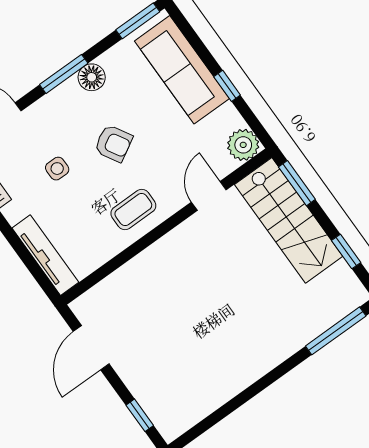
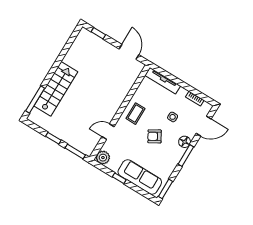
floor lamp: (92, 77) -> (185, 142), moved
door: (209, 196) -> (108, 132), swing flipped
stairs: (289, 220) -> (56, 89), moved, turned 90
window: (346, 252) -> (53, 138), moved

